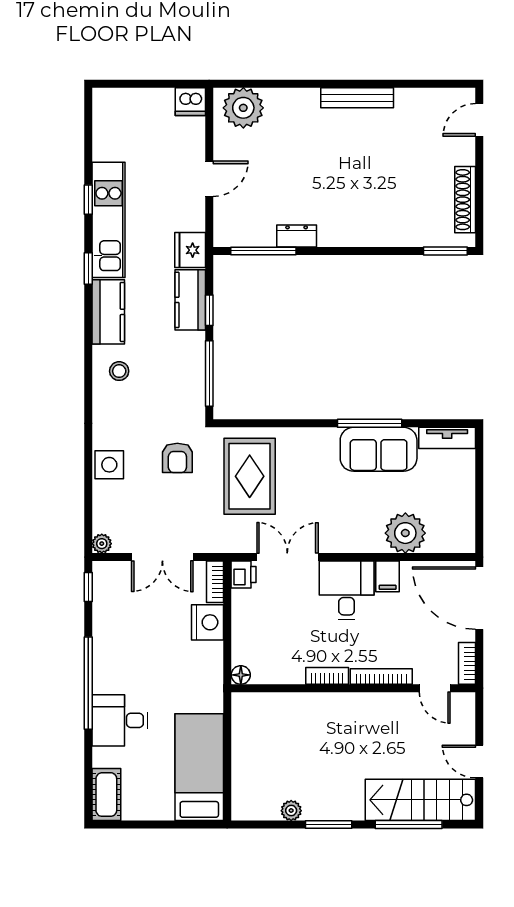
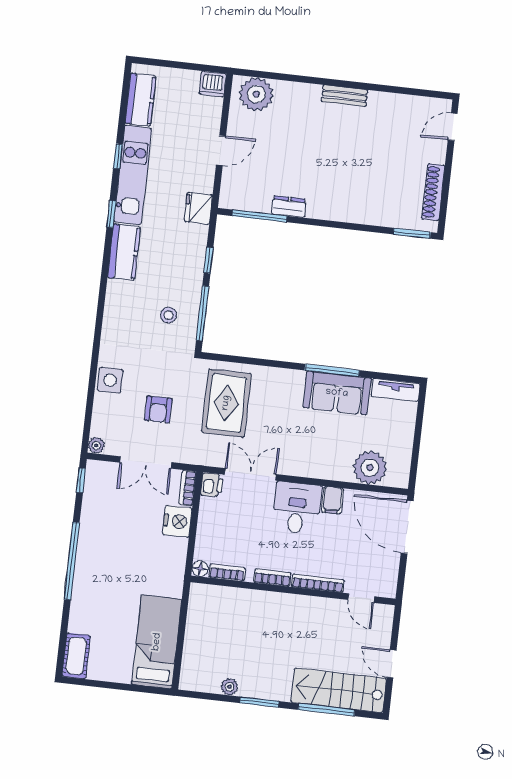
bench: (357, 98) -> (345, 96), width x0.73
kitchen counter: (190, 300) -> (140, 100), moved, turned 180
stool: (119, 371) -> (168, 315), moved
armchair: (177, 458) -> (158, 409), moved
plant: (405, 533) -> (370, 468), moved
bookcase: (467, 663) -> (227, 573), moved, turned 90
desk: (120, 720) -> (95, 595), removed

